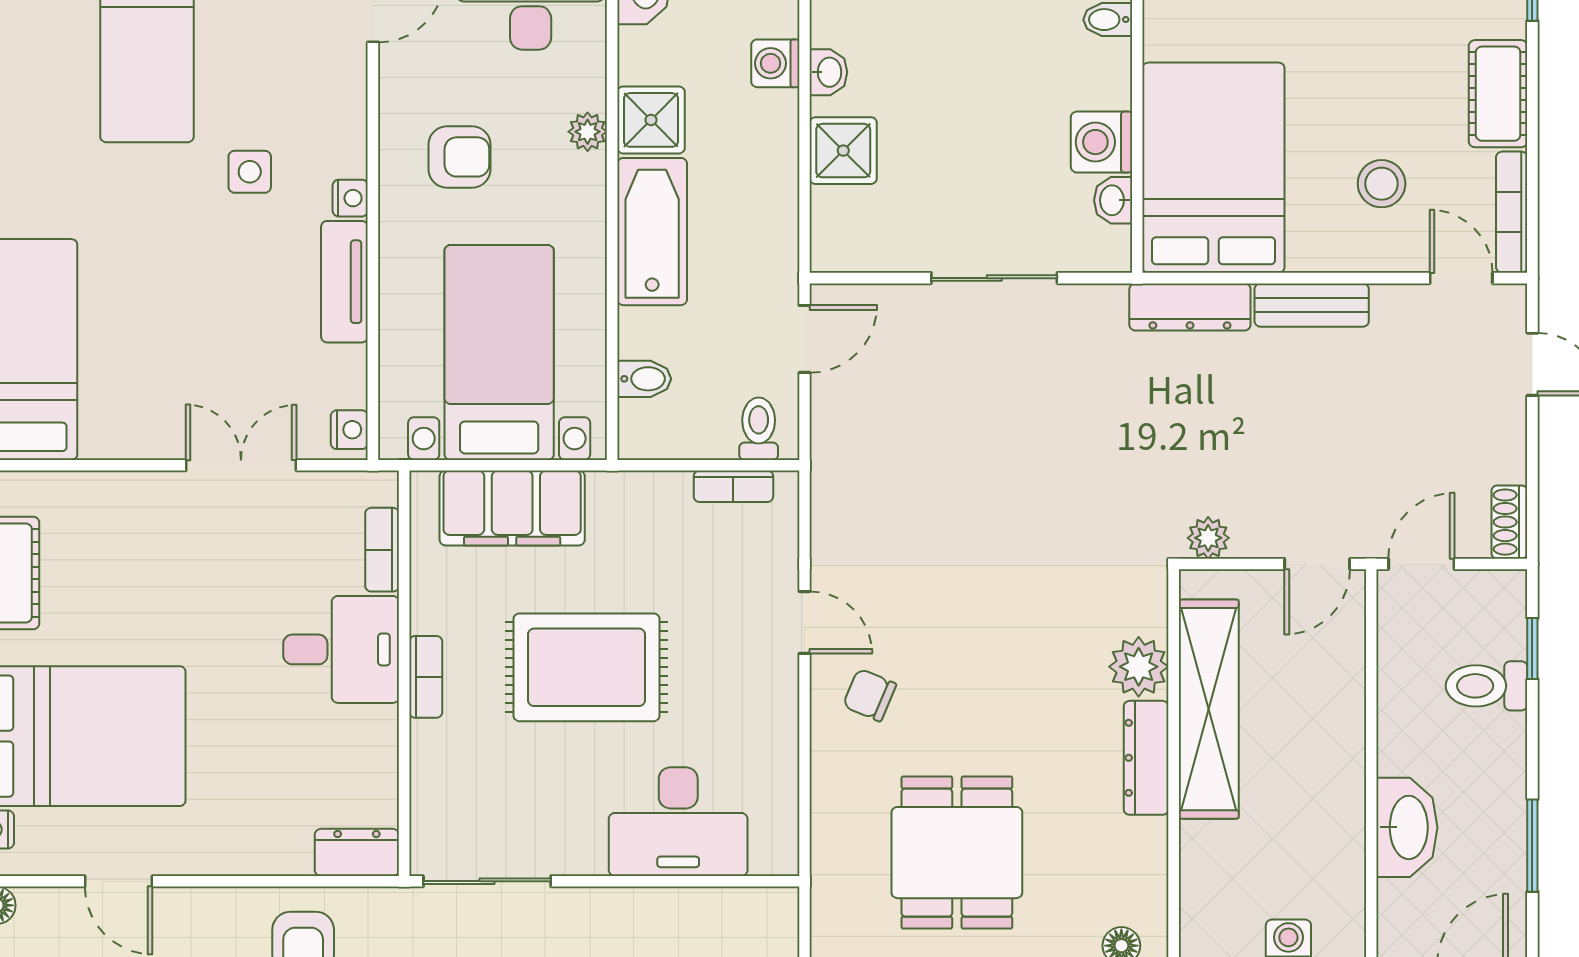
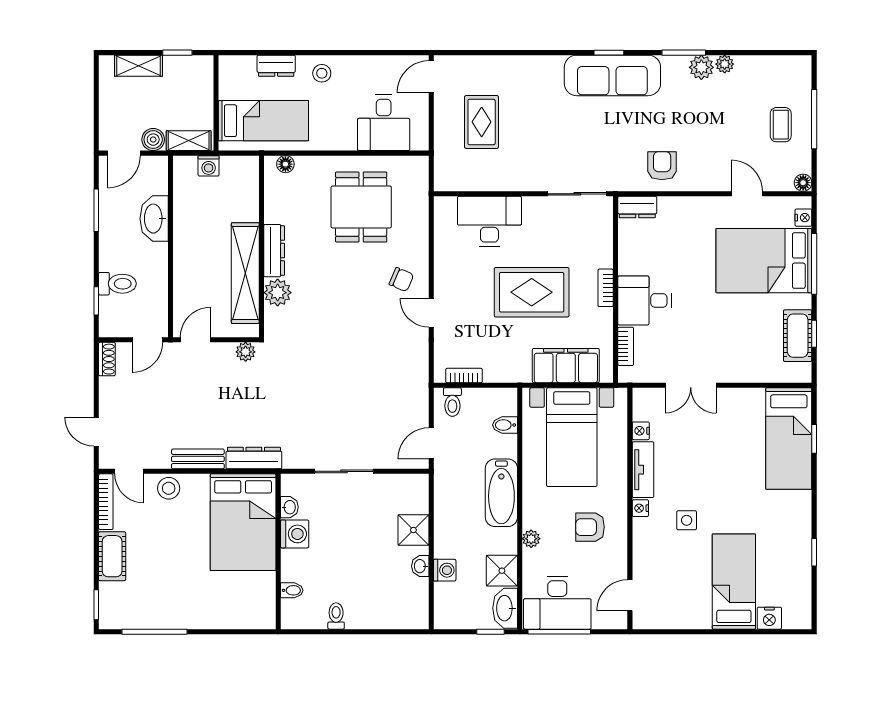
shower: (651, 120) -> (502, 571), moved
stool: (1382, 184) -> (169, 488), moved
nightstand: (349, 430) -> (641, 431), moved

